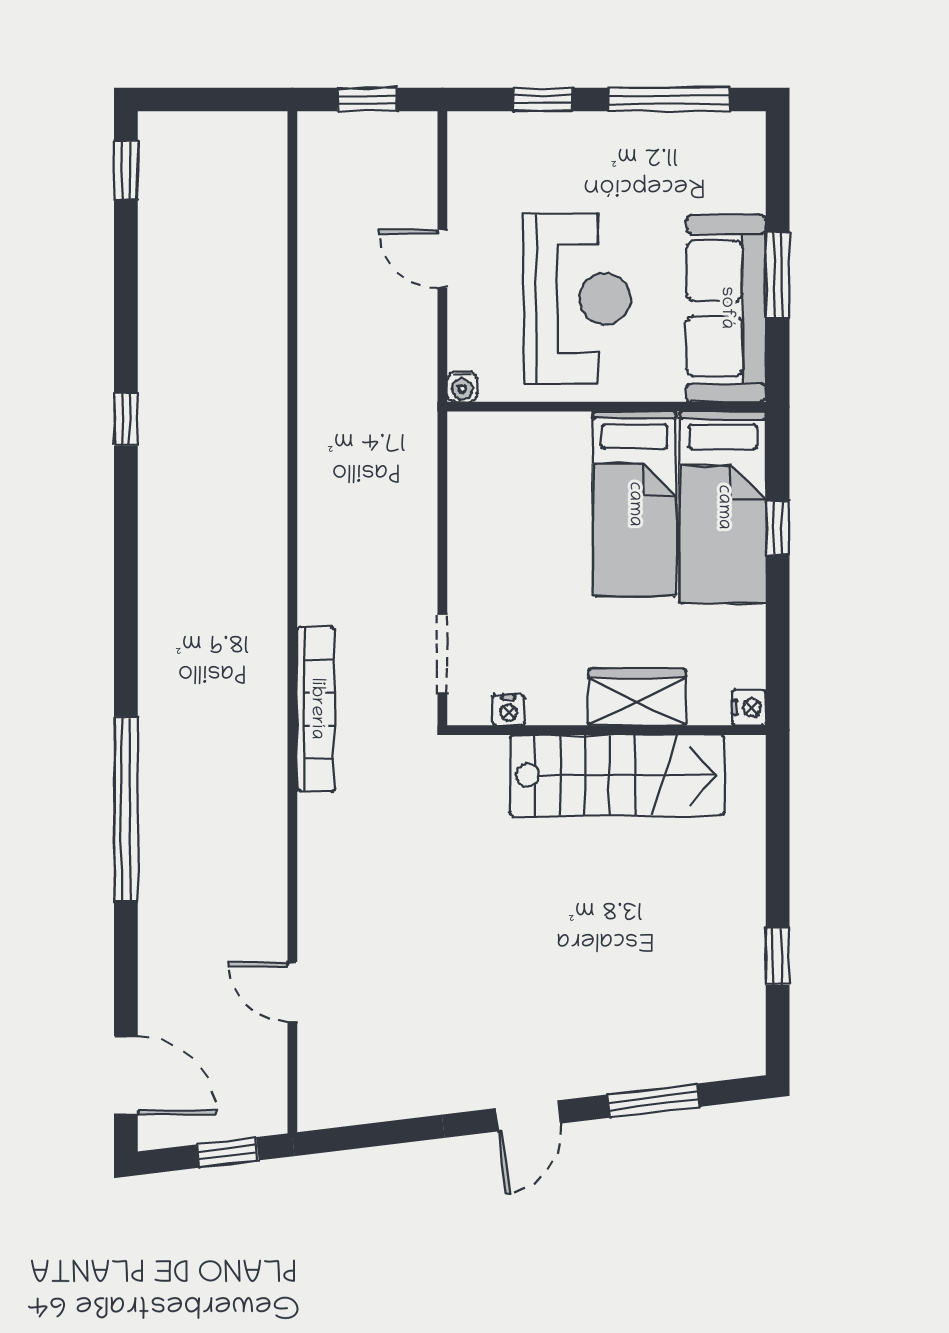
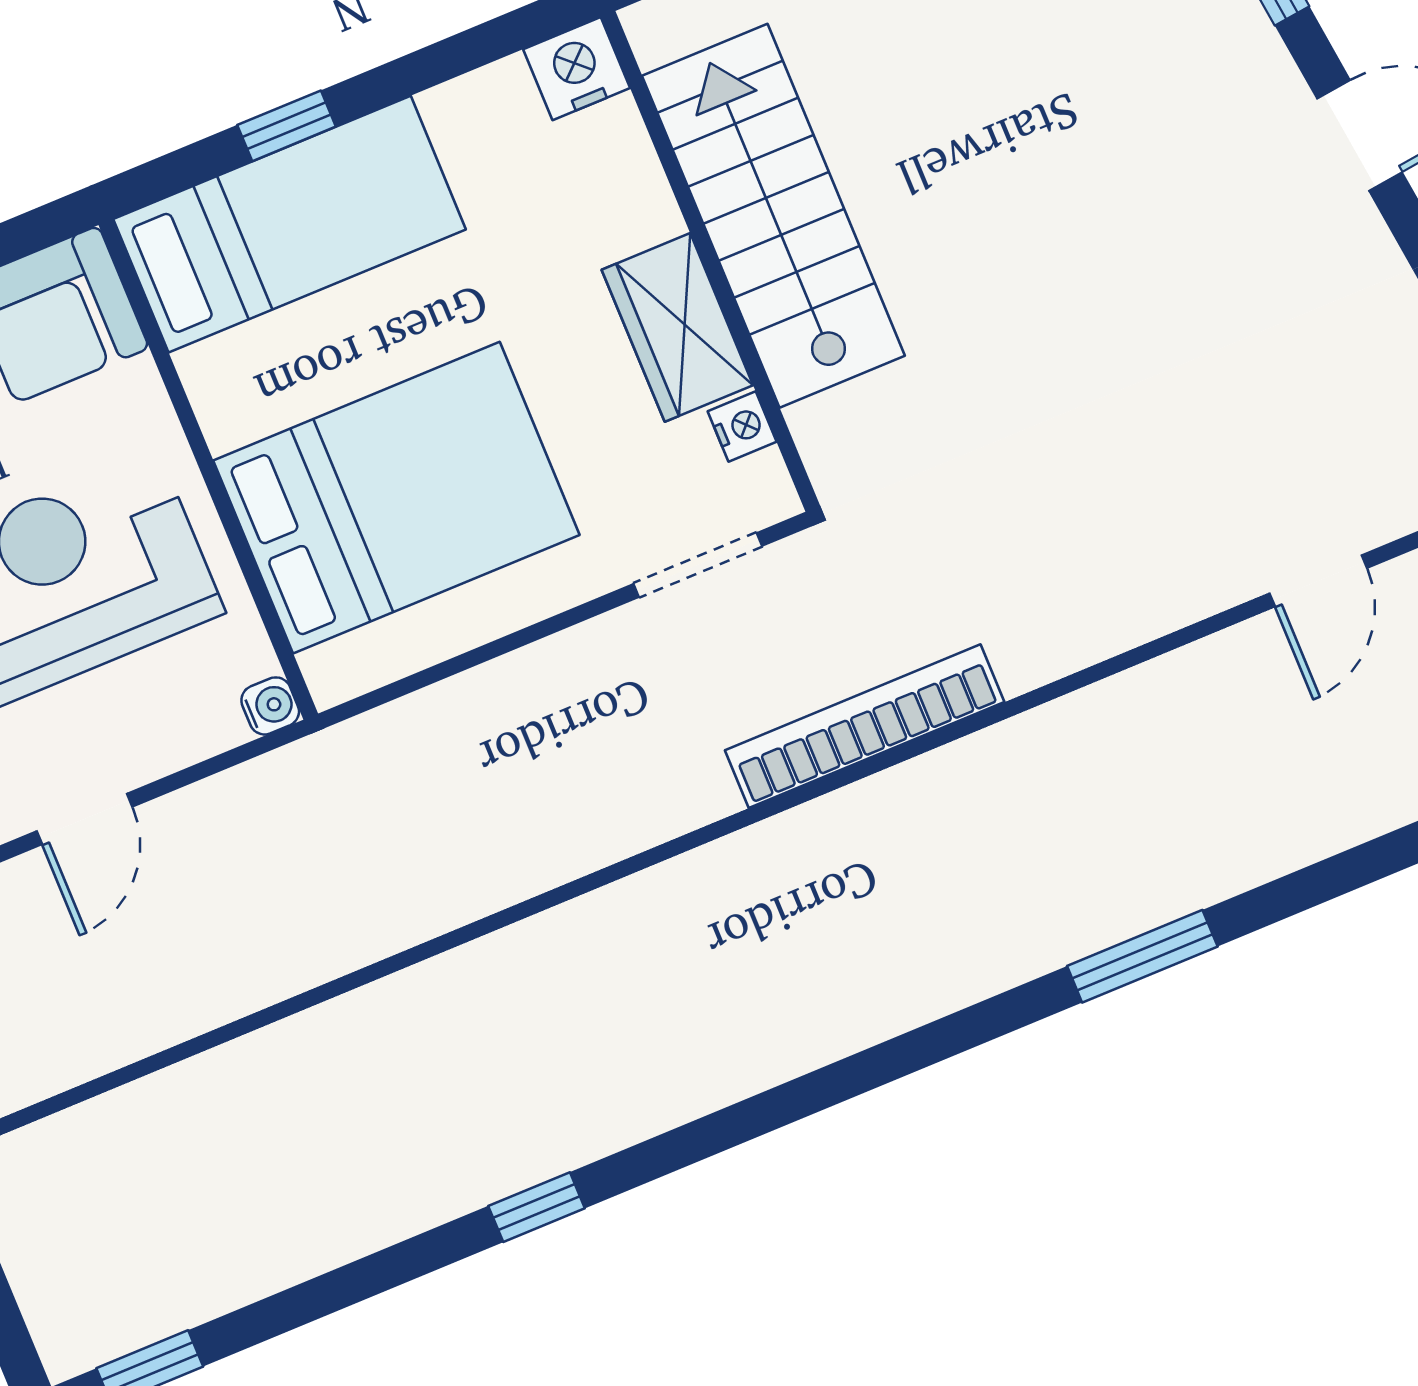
bed: (634, 504) -> (396, 498), moved, width x1.50
wardrobe: (637, 697) -> (677, 327), moved
nightstand: (749, 708) -> (577, 69), width x1.39, depth x1.35
window: (126, 809) -> (1142, 956), width x0.47

